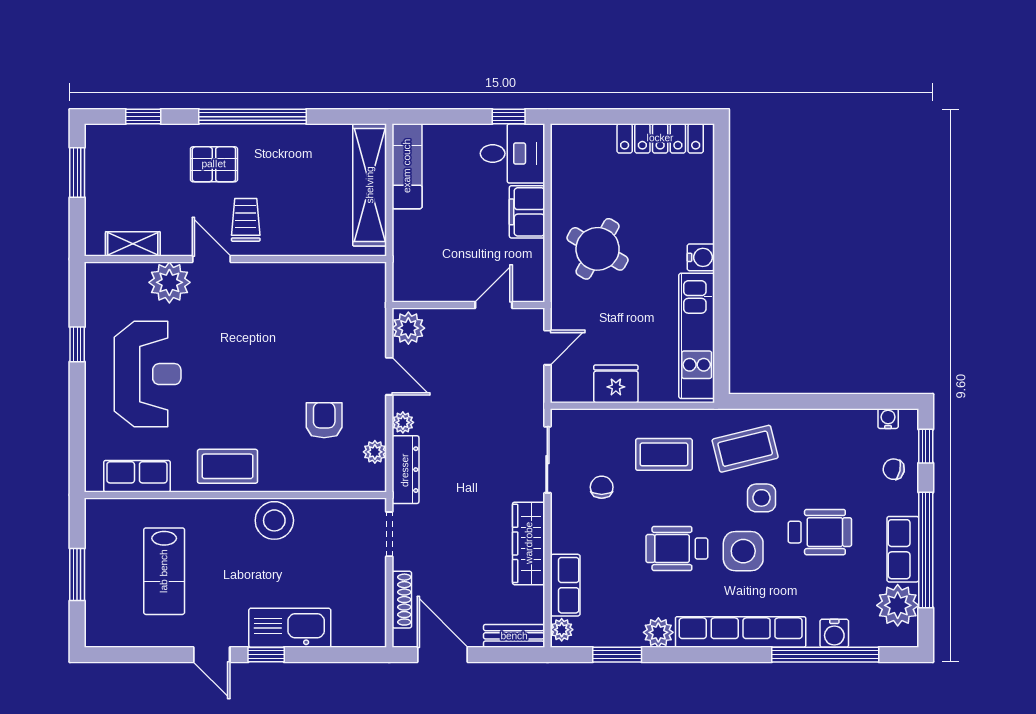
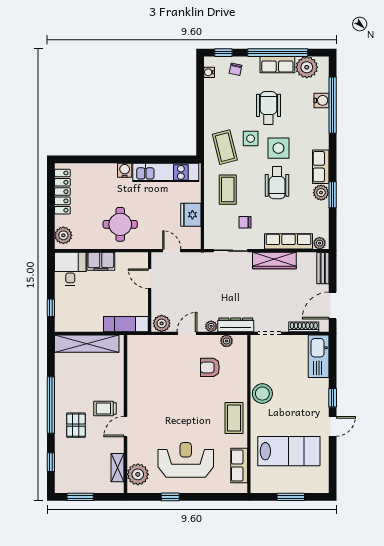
window: (509, 117) -> (51, 308), moved
plant: (577, 140) -> (63, 235), added
exam couch: (407, 166) -> (126, 324), moved
round table: (598, 249) -> (120, 224), turned -30
plant: (169, 282) -> (138, 474), moved
lab bench: (164, 571) -> (289, 451), width x1.36, depth x1.39
row of seats: (565, 585) -> (288, 241), width x1.48
kitchen sink: (290, 628) -> (319, 356), moved
row of seats: (741, 632) -> (321, 167), width x0.50
window: (617, 655) -> (333, 195), moved

